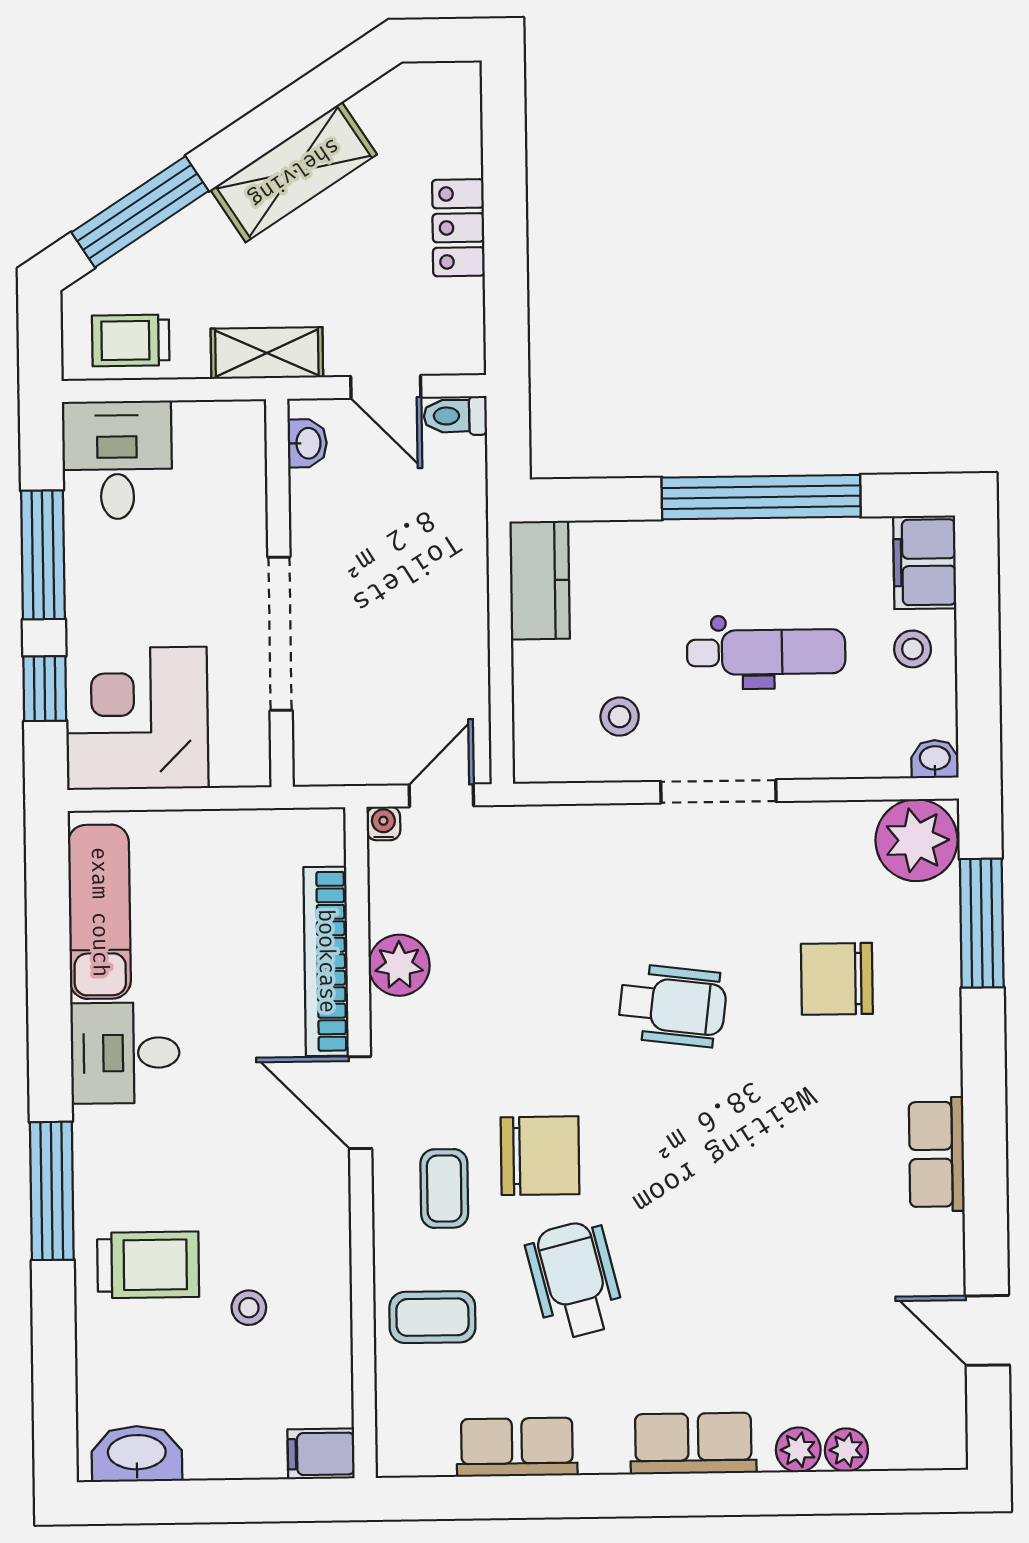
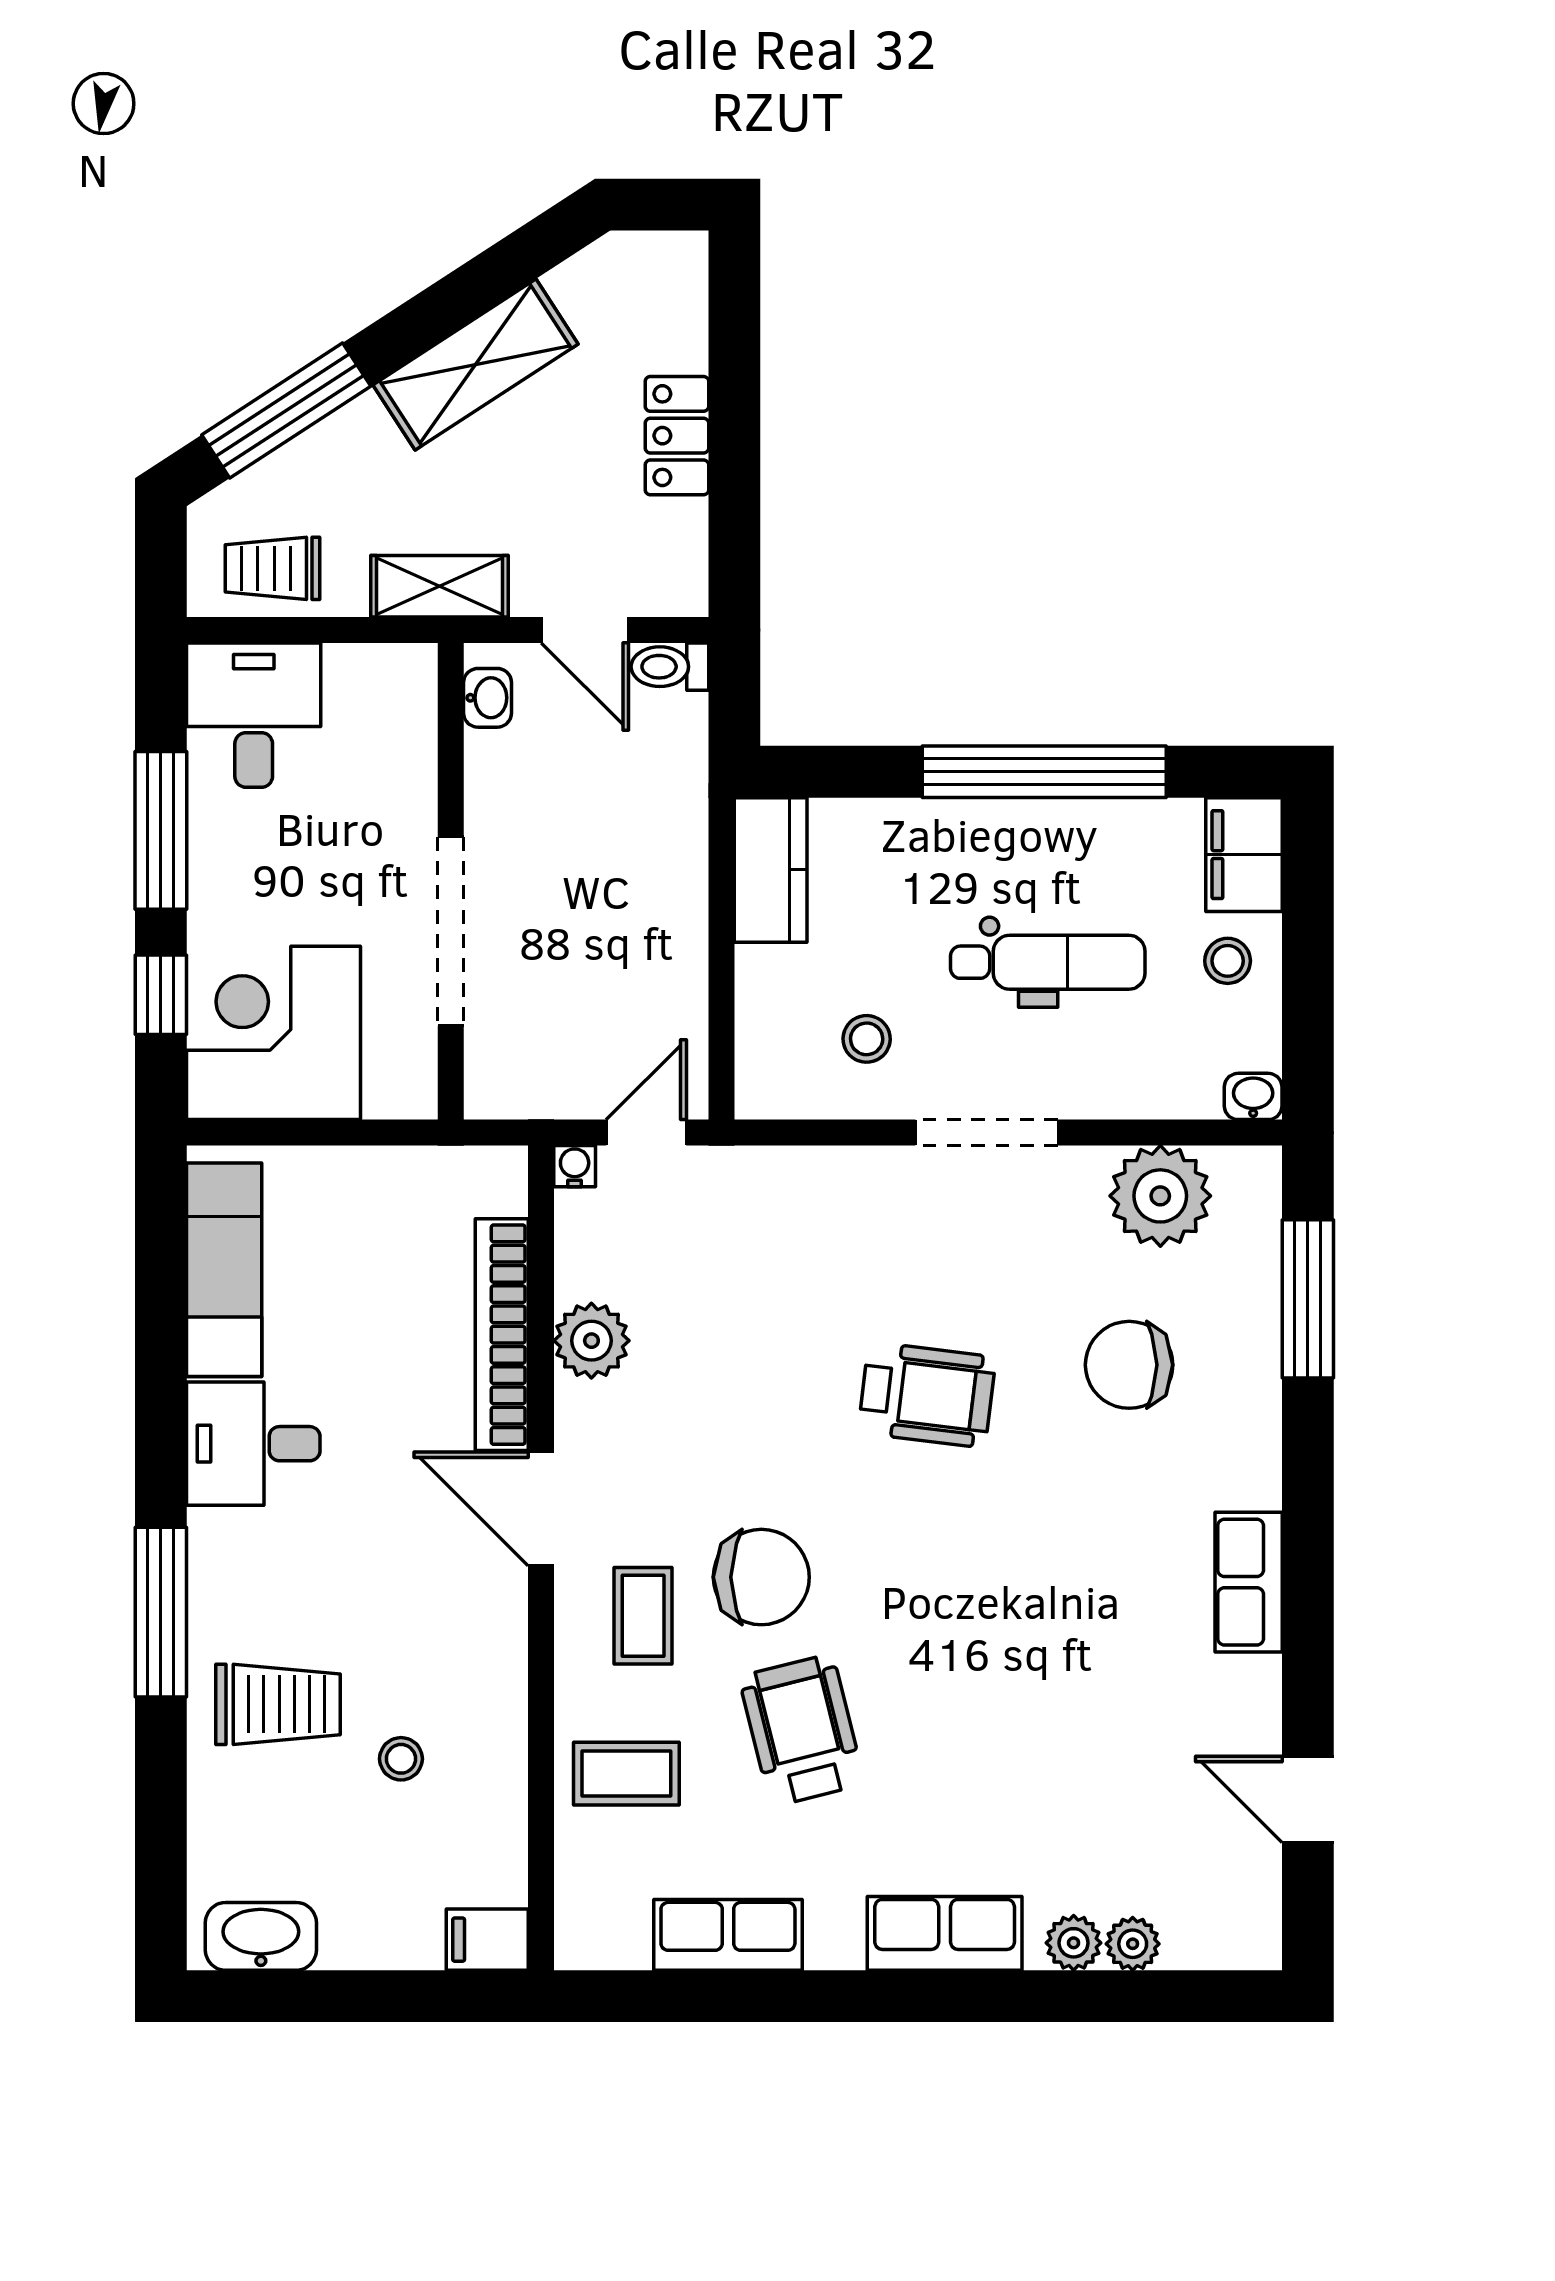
plant: (916, 840) -> (1160, 1196), moved

